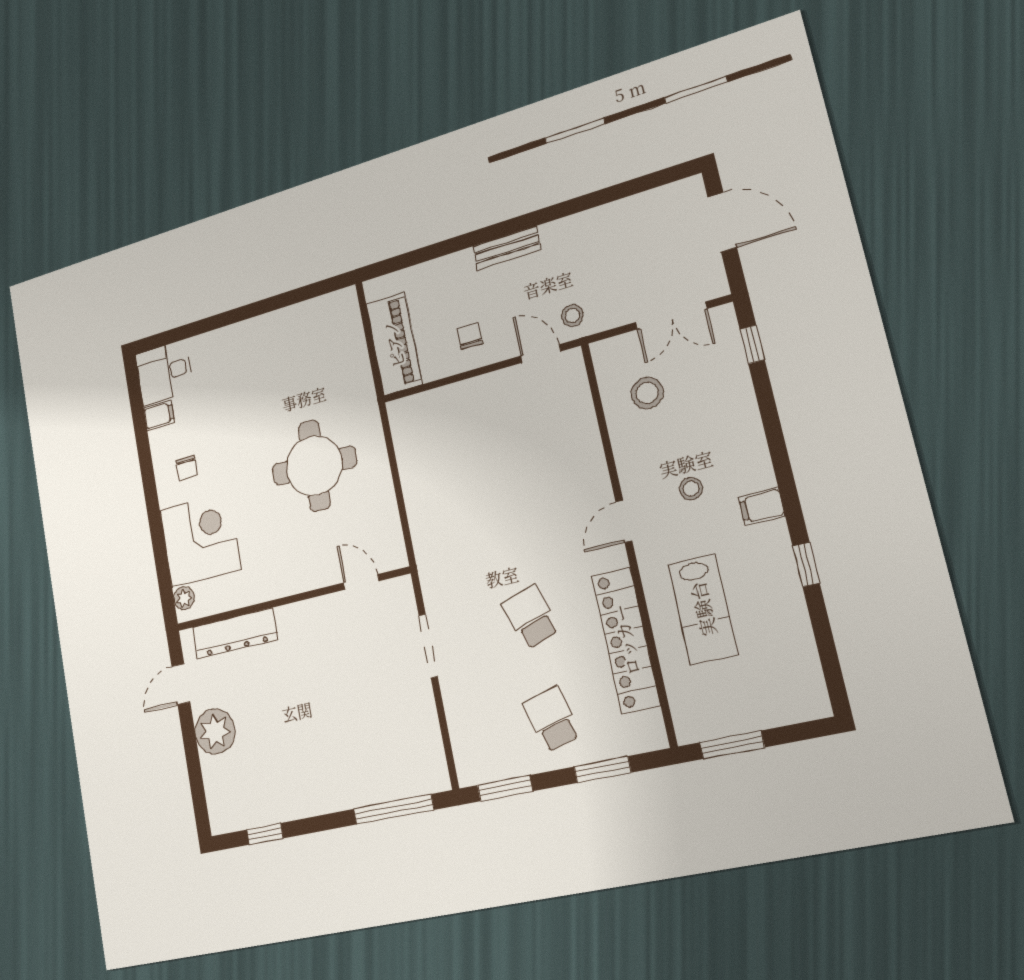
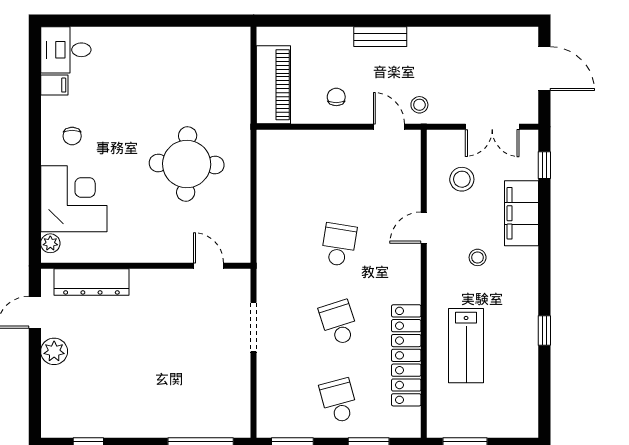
filing cabinet: (762, 506) -> (521, 213), moved, width x3.00, depth x1.17
school desk: (510, 517) -> (339, 245), added
door: (624, 521) -> (424, 228), moved
plant: (215, 731) -> (54, 351), width x0.73, depth x0.73

